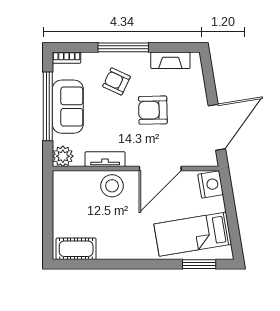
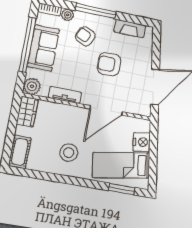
plant: (90, 60) -> (68, 15), added
nightstand: (211, 184) -> (142, 142), moved
stool: (112, 186) -> (69, 153), moved
wardrobe: (63, 188) -> (27, 112), added
cot: (76, 249) -> (20, 152), moved, turned 90

